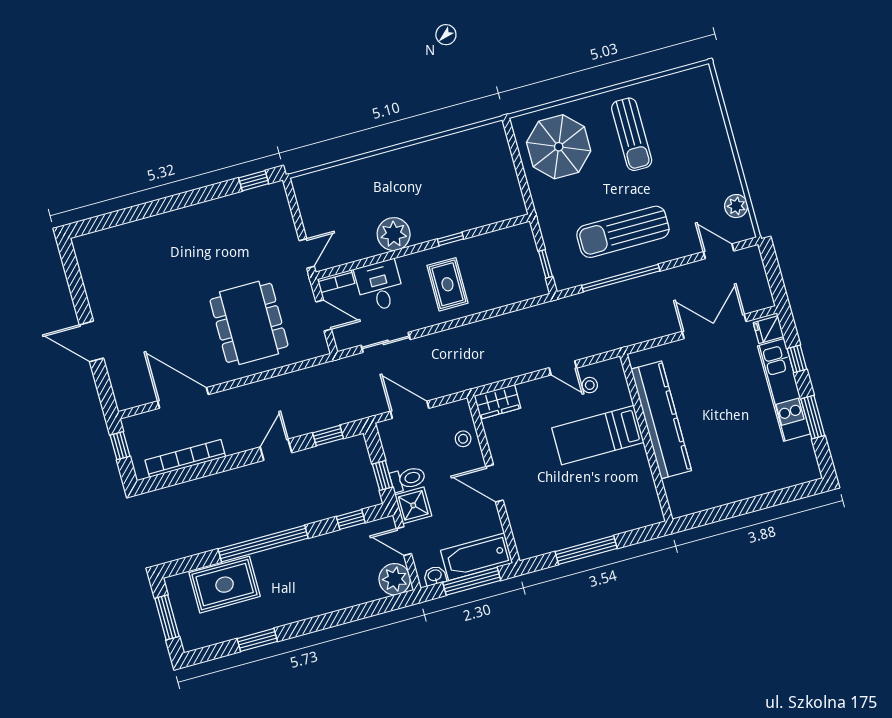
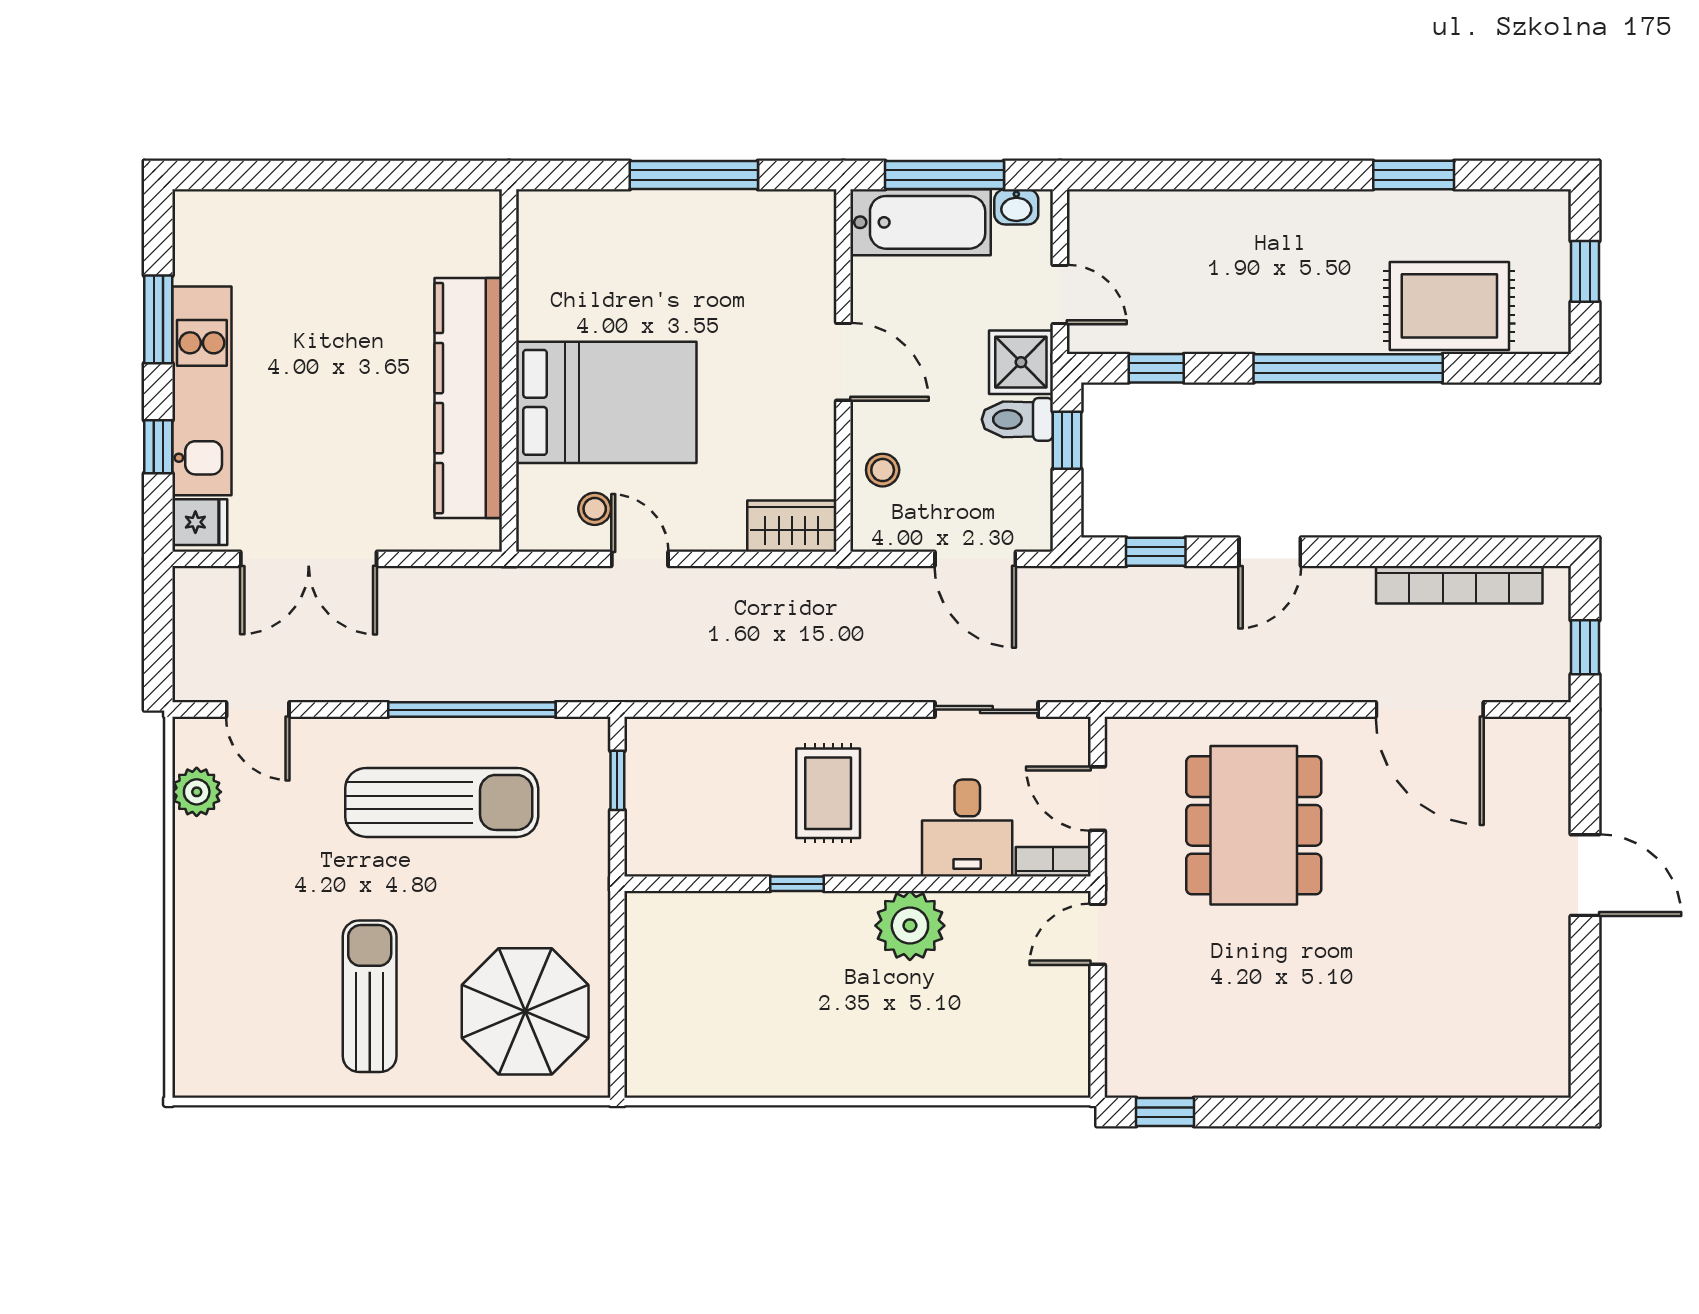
bed: (598, 435) -> (606, 402), width x1.50
plant: (395, 579) -> (1100, 222), removed
window: (167, 617) -> (1585, 271), width x0.67

